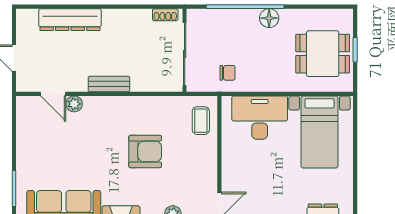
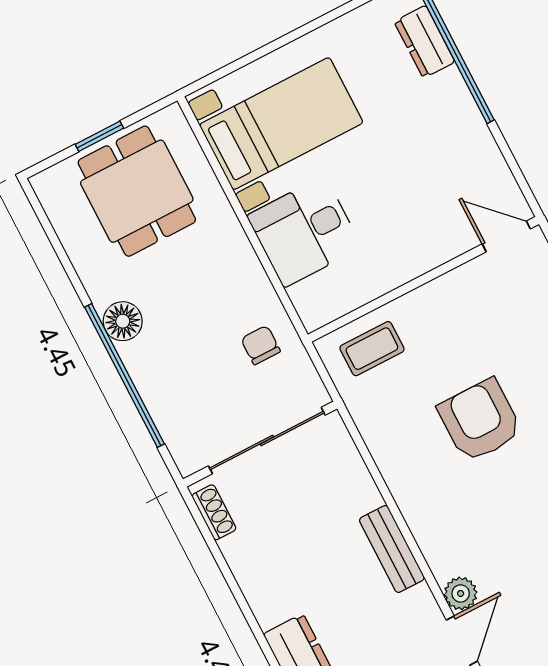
desk: (260, 118) -> (304, 232), width x0.73

